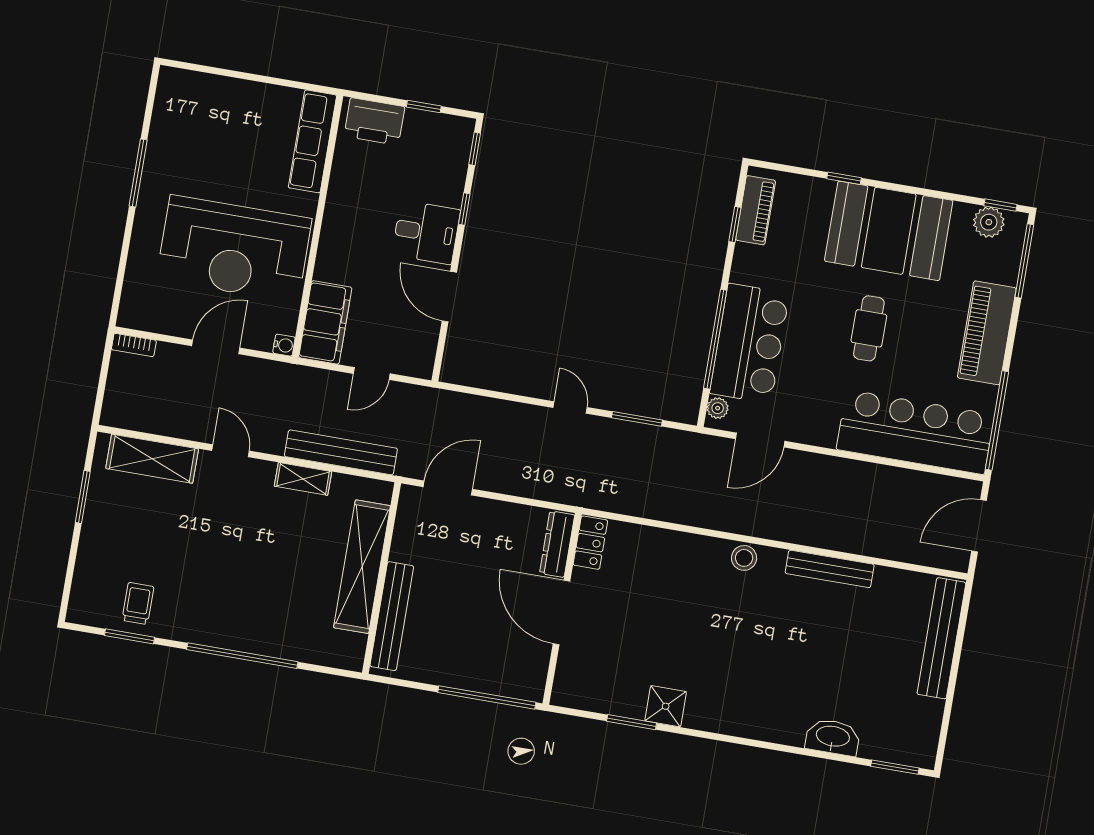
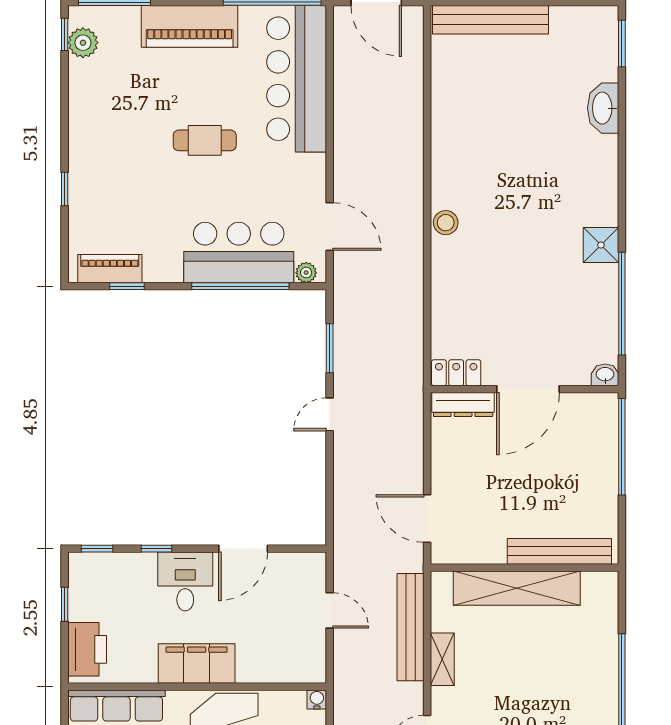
booth: (889, 231) -> (108, 137), removed
filing cabinet: (325, 322) -> (197, 663), moved
bench: (830, 569) -> (442, 139), removed
washbasin: (563, 693) -> (605, 375), added
shower: (666, 706) -> (601, 245), moved
window: (632, 722) -> (622, 304), width x2.11

